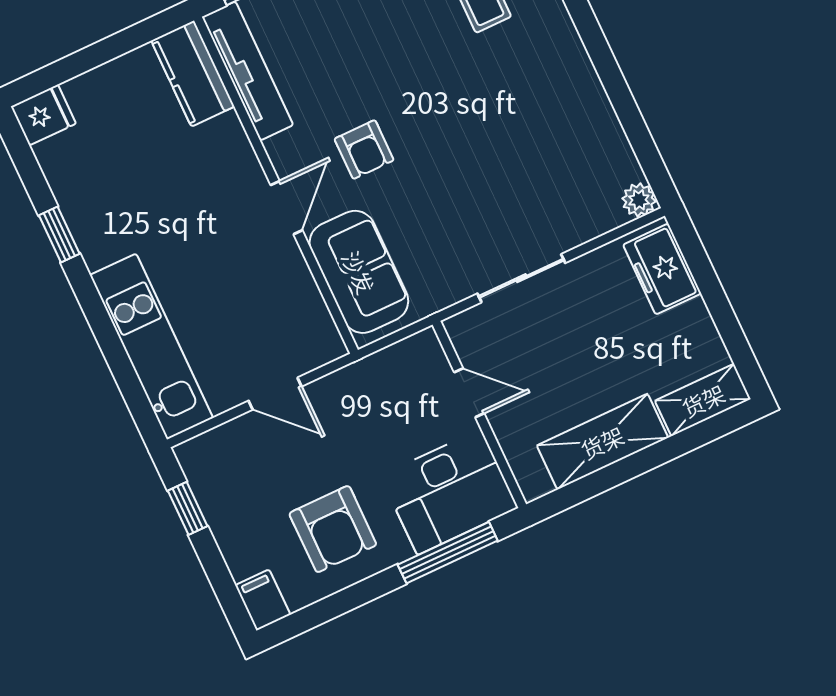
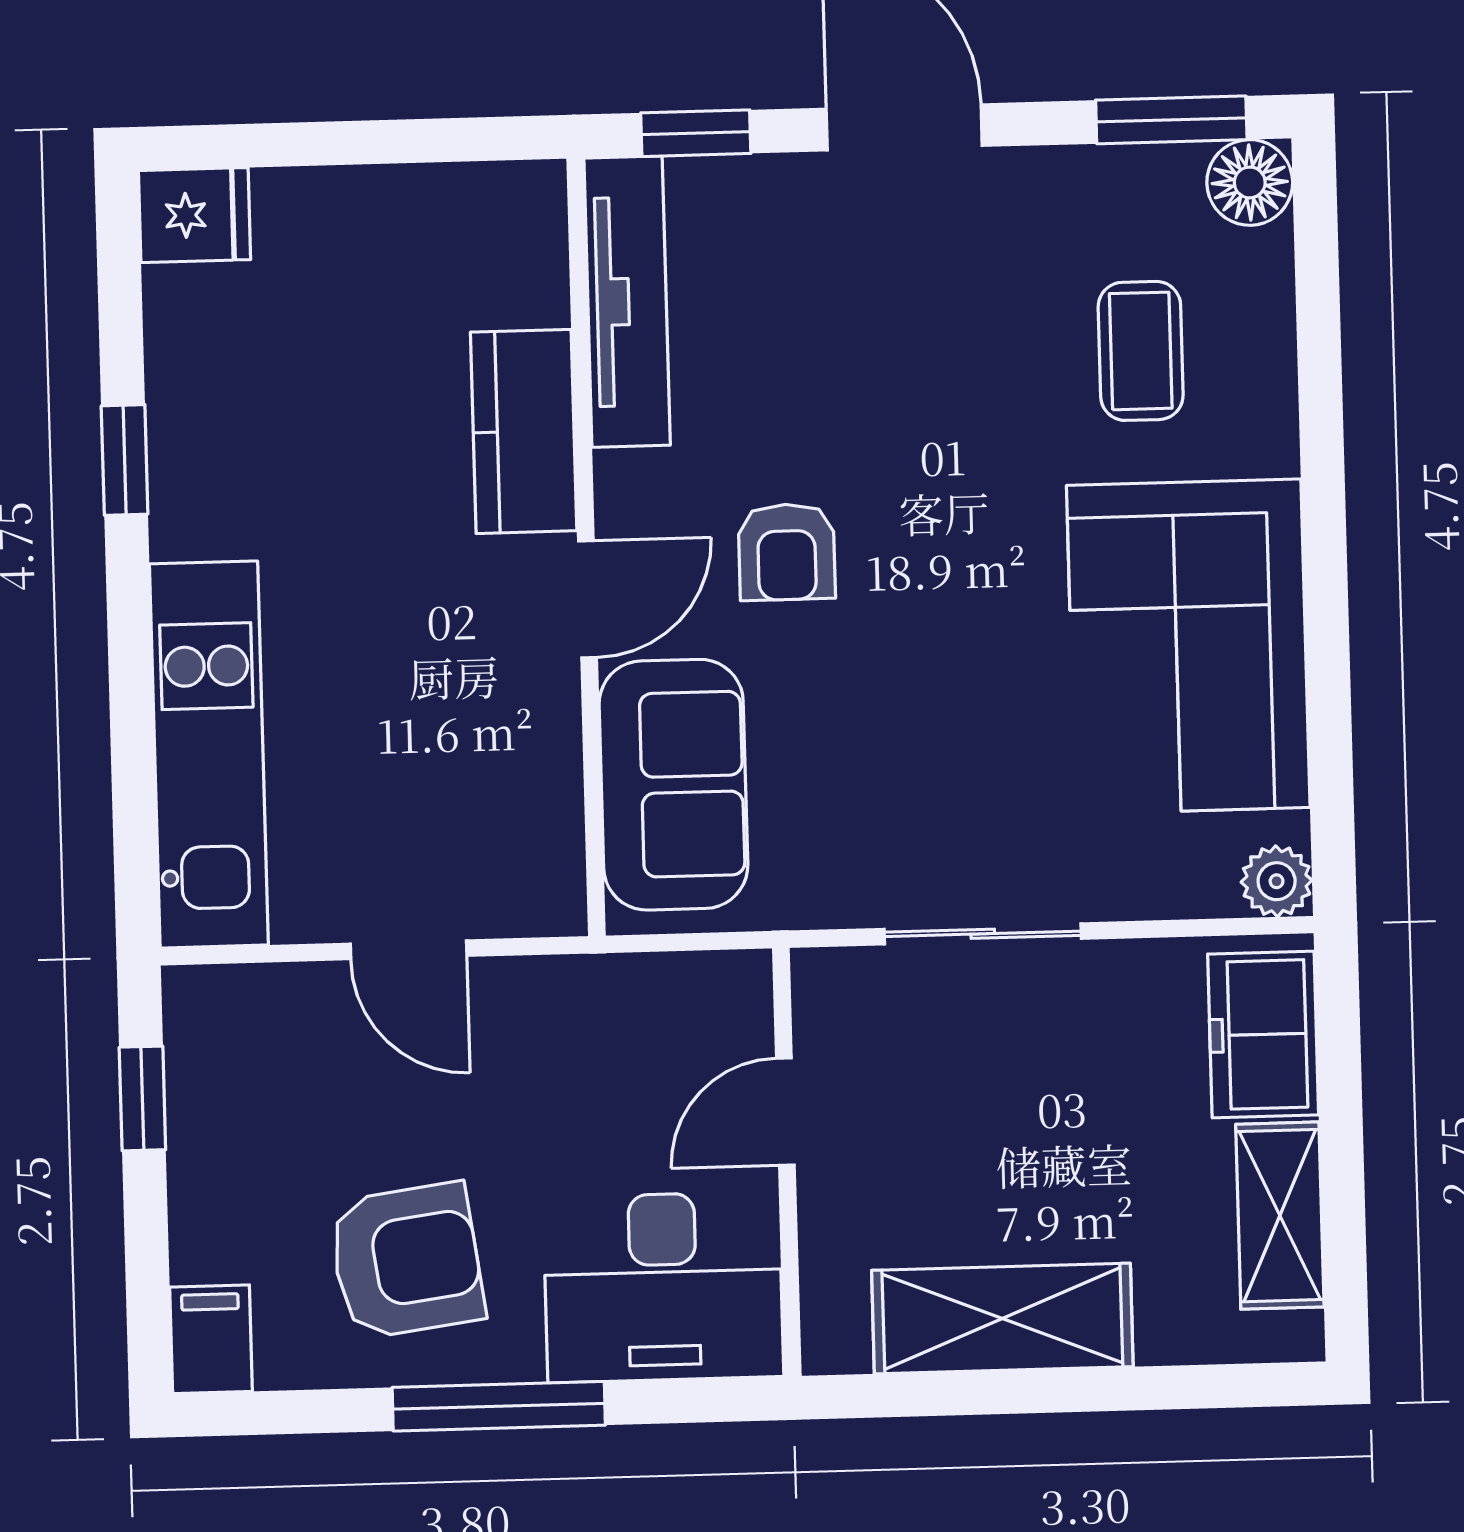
kitchen counter: (193, 74) -> (524, 431), moved
corner sofa: (556, 115) -> (1188, 646), added
door: (469, 393) -> (785, 1112), swing flipped
shelving: (703, 400) -> (1280, 1216), moved, turned 90
armchair: (333, 529) -> (406, 1261), turned -98
window: (448, 553) -> (499, 1406), moved

